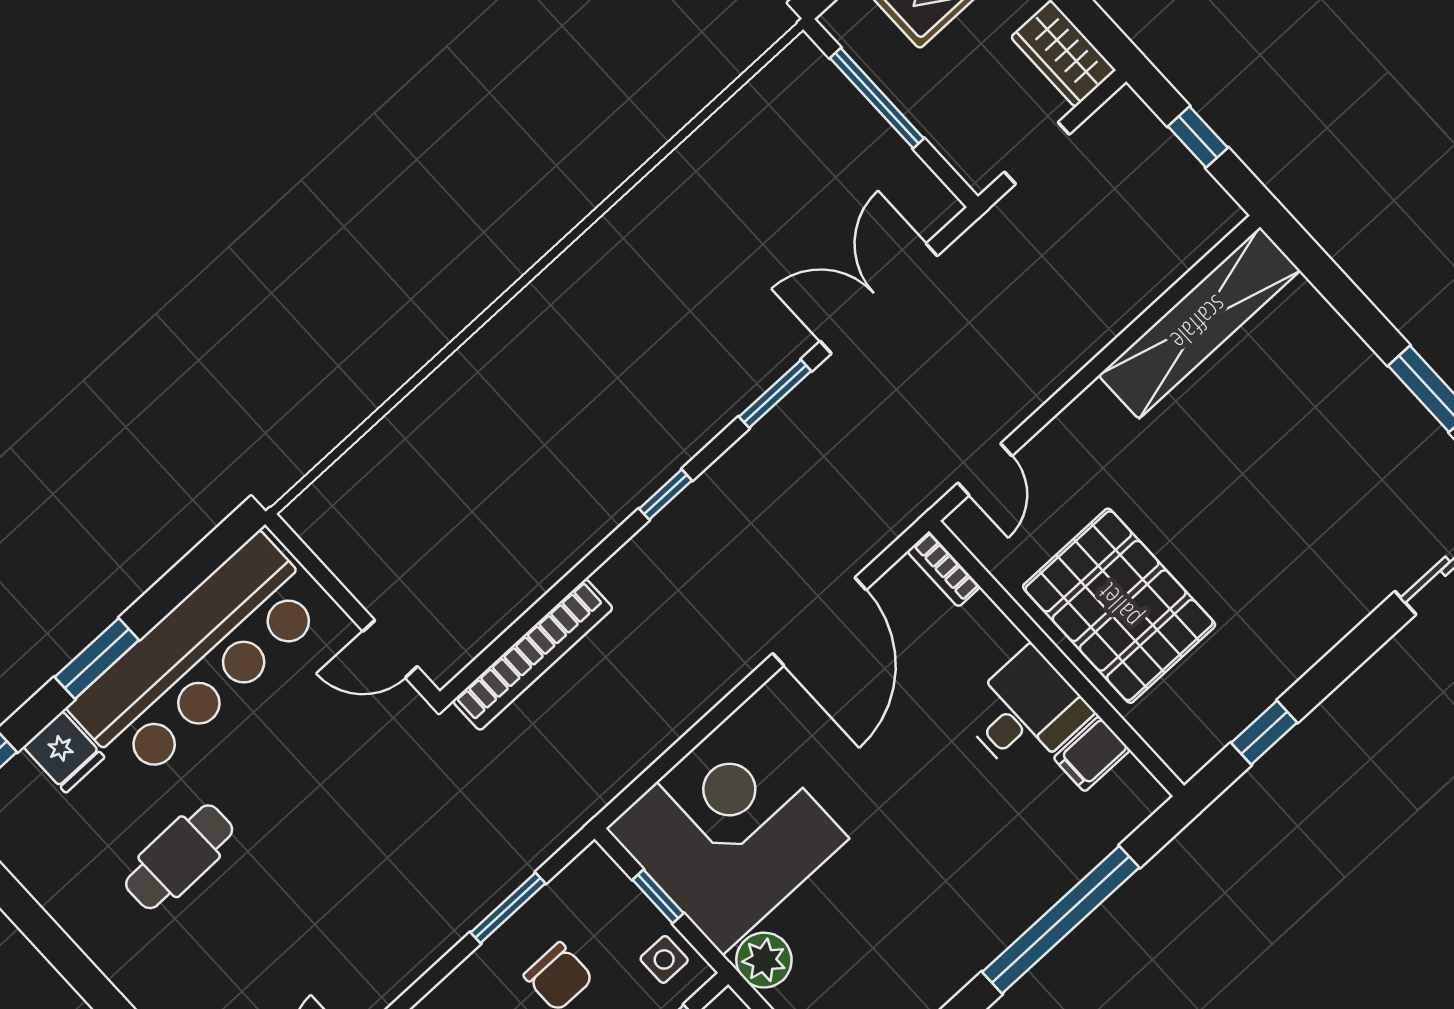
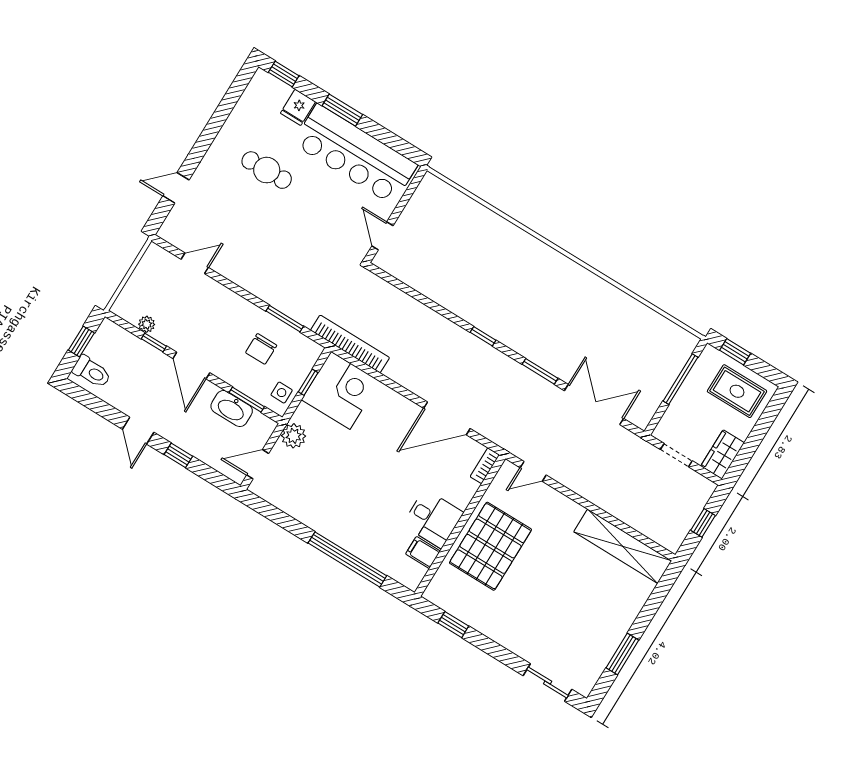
bookcase: (533, 655) -> (350, 344), moved, turned 180
corner desk: (727, 833) -> (341, 390), width x0.74, depth x0.74

